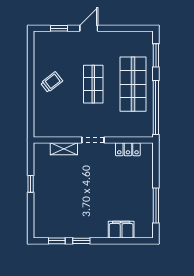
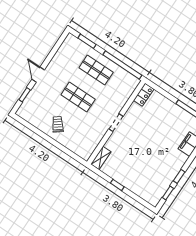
shop shelf: (133, 84) -> (96, 70), width x0.70, depth x0.74
shelving: (64, 149) -> (101, 158), moved
locker: (128, 149) -> (144, 95), moved

